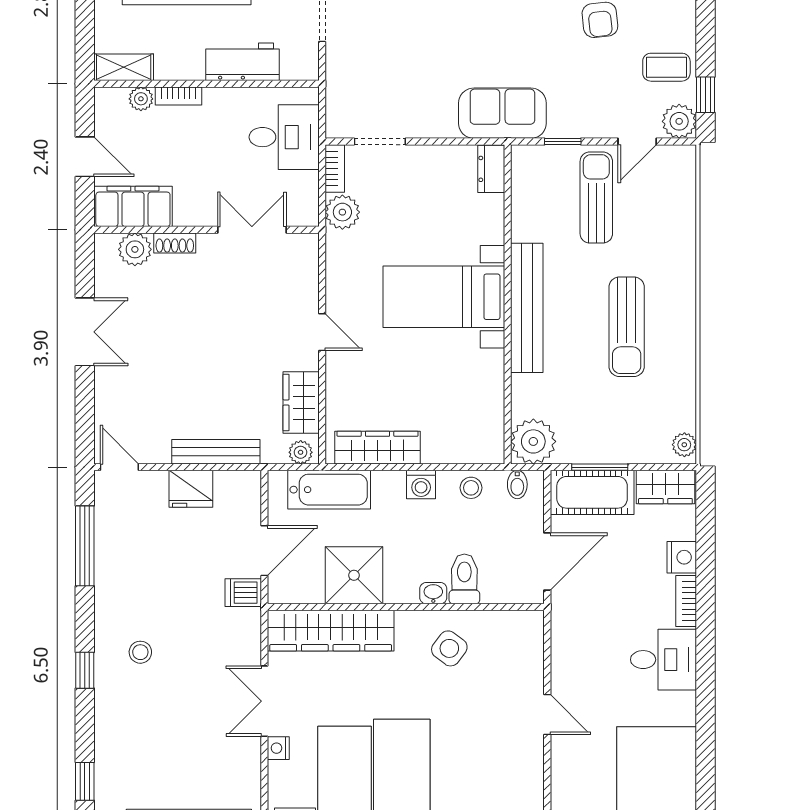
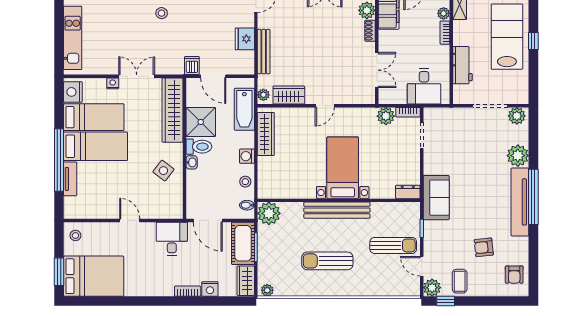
toilet: (464, 579) -> (199, 147), moved
desk: (663, 660) -> (172, 239), moved, turned 180
door: (547, 715) -> (130, 220), swing flipped

